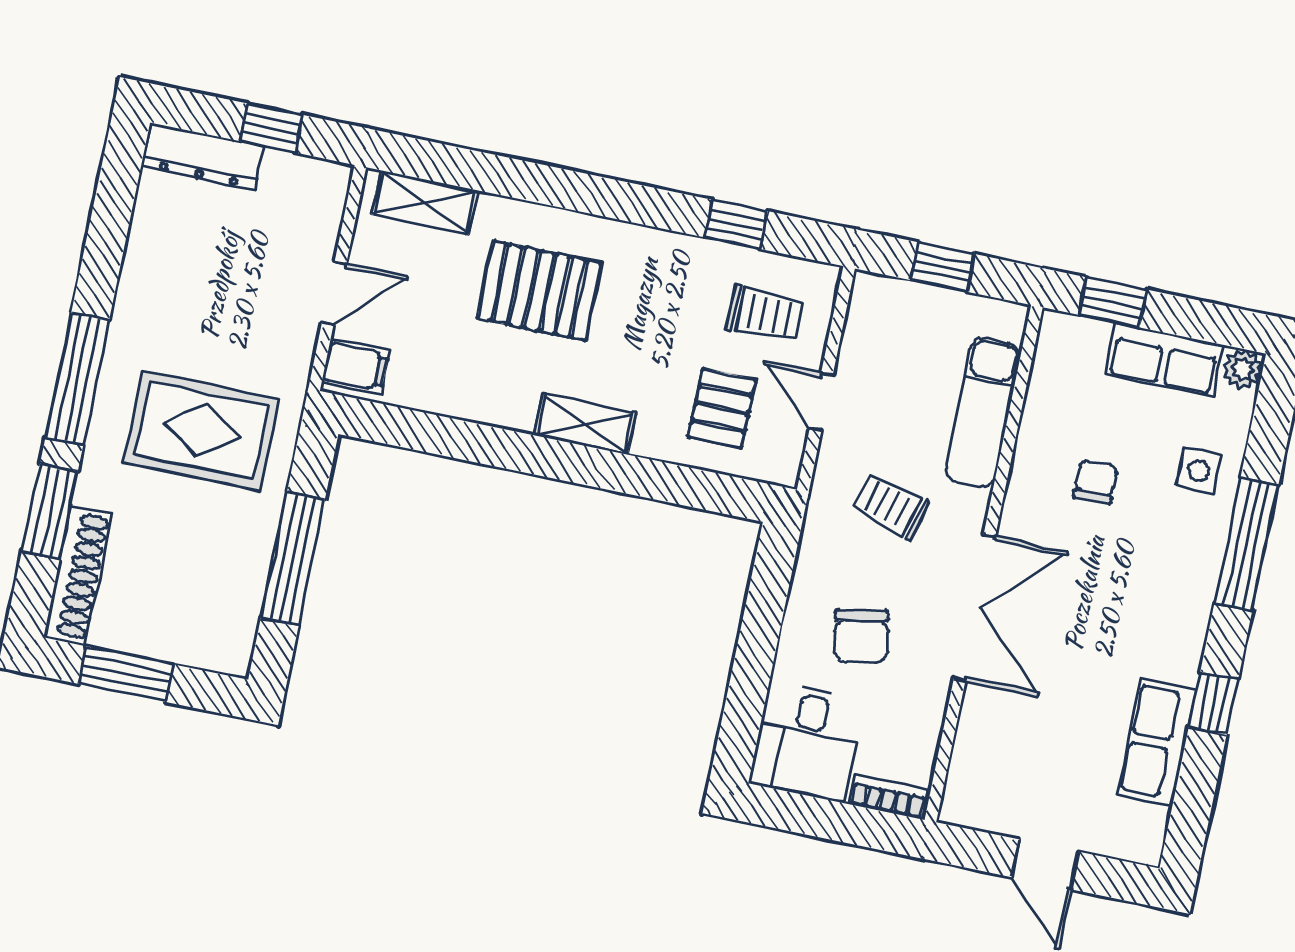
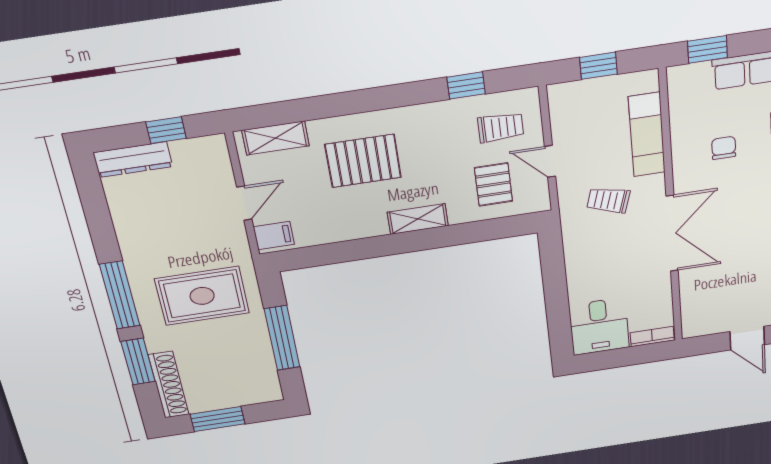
chair: (861, 637) -> (613, 268), removed

